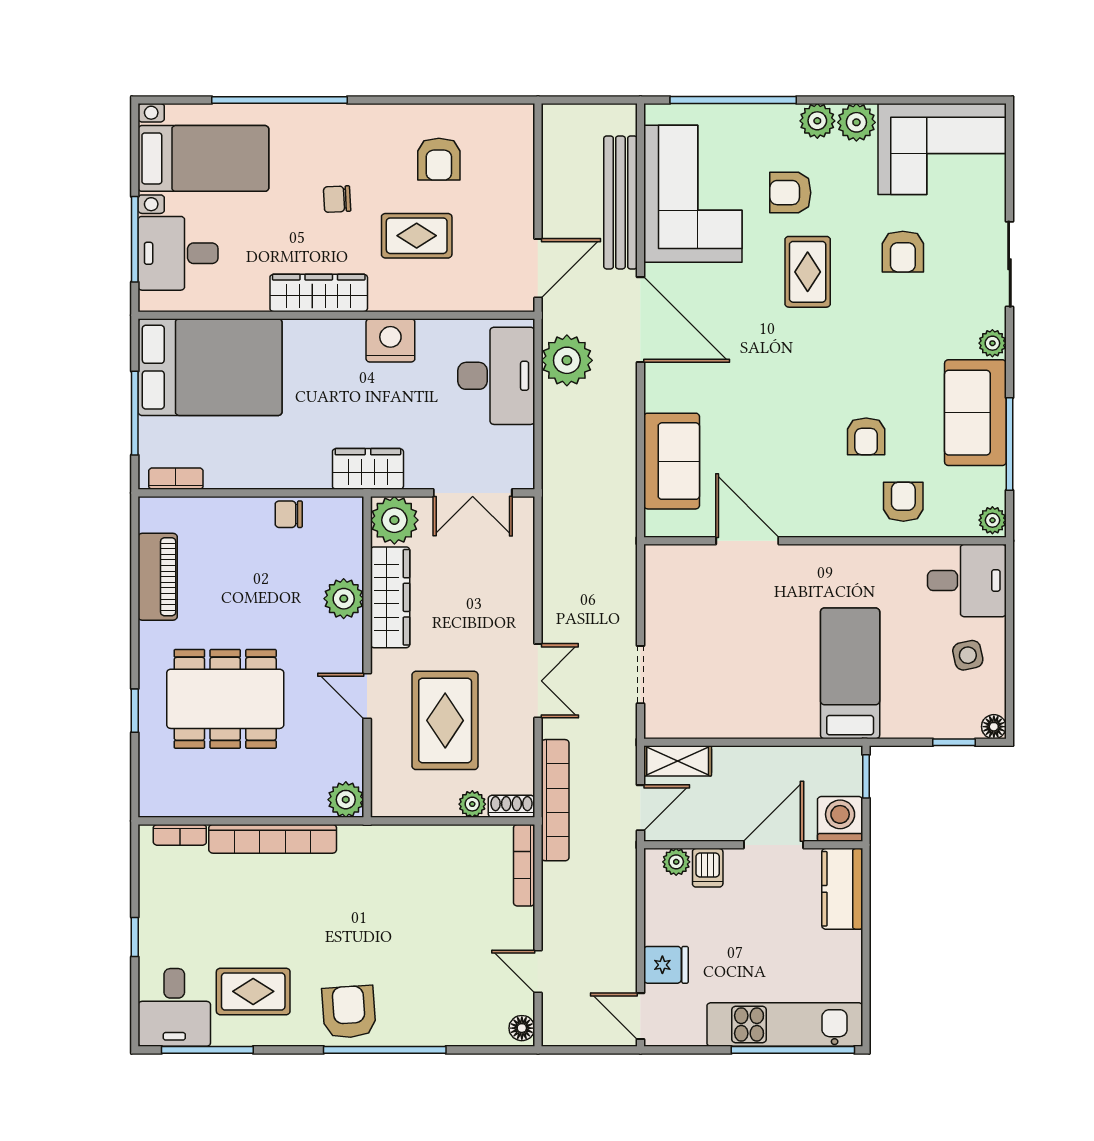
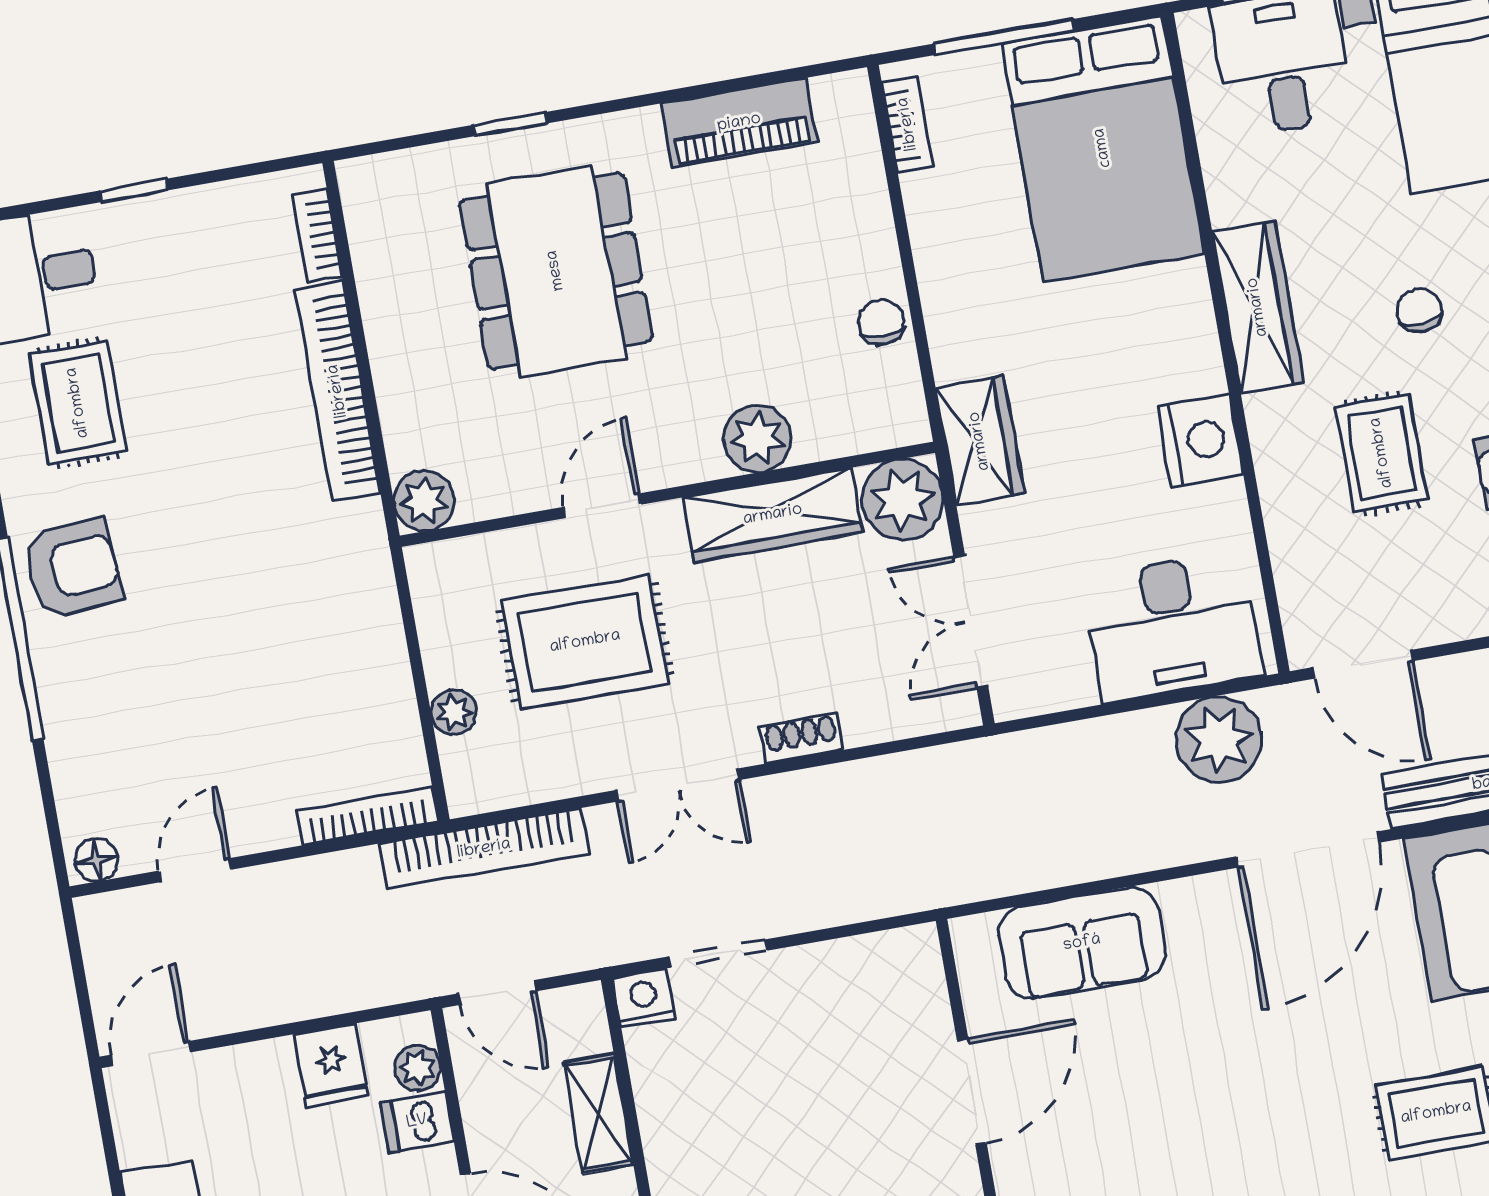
nightstand: (659, 723) -> (644, 998), added
shelving: (678, 761) -> (598, 1113), moved
shoe rack: (511, 806) -> (801, 738), moved, turned -90
fridge: (666, 965) -> (331, 1065), moved

